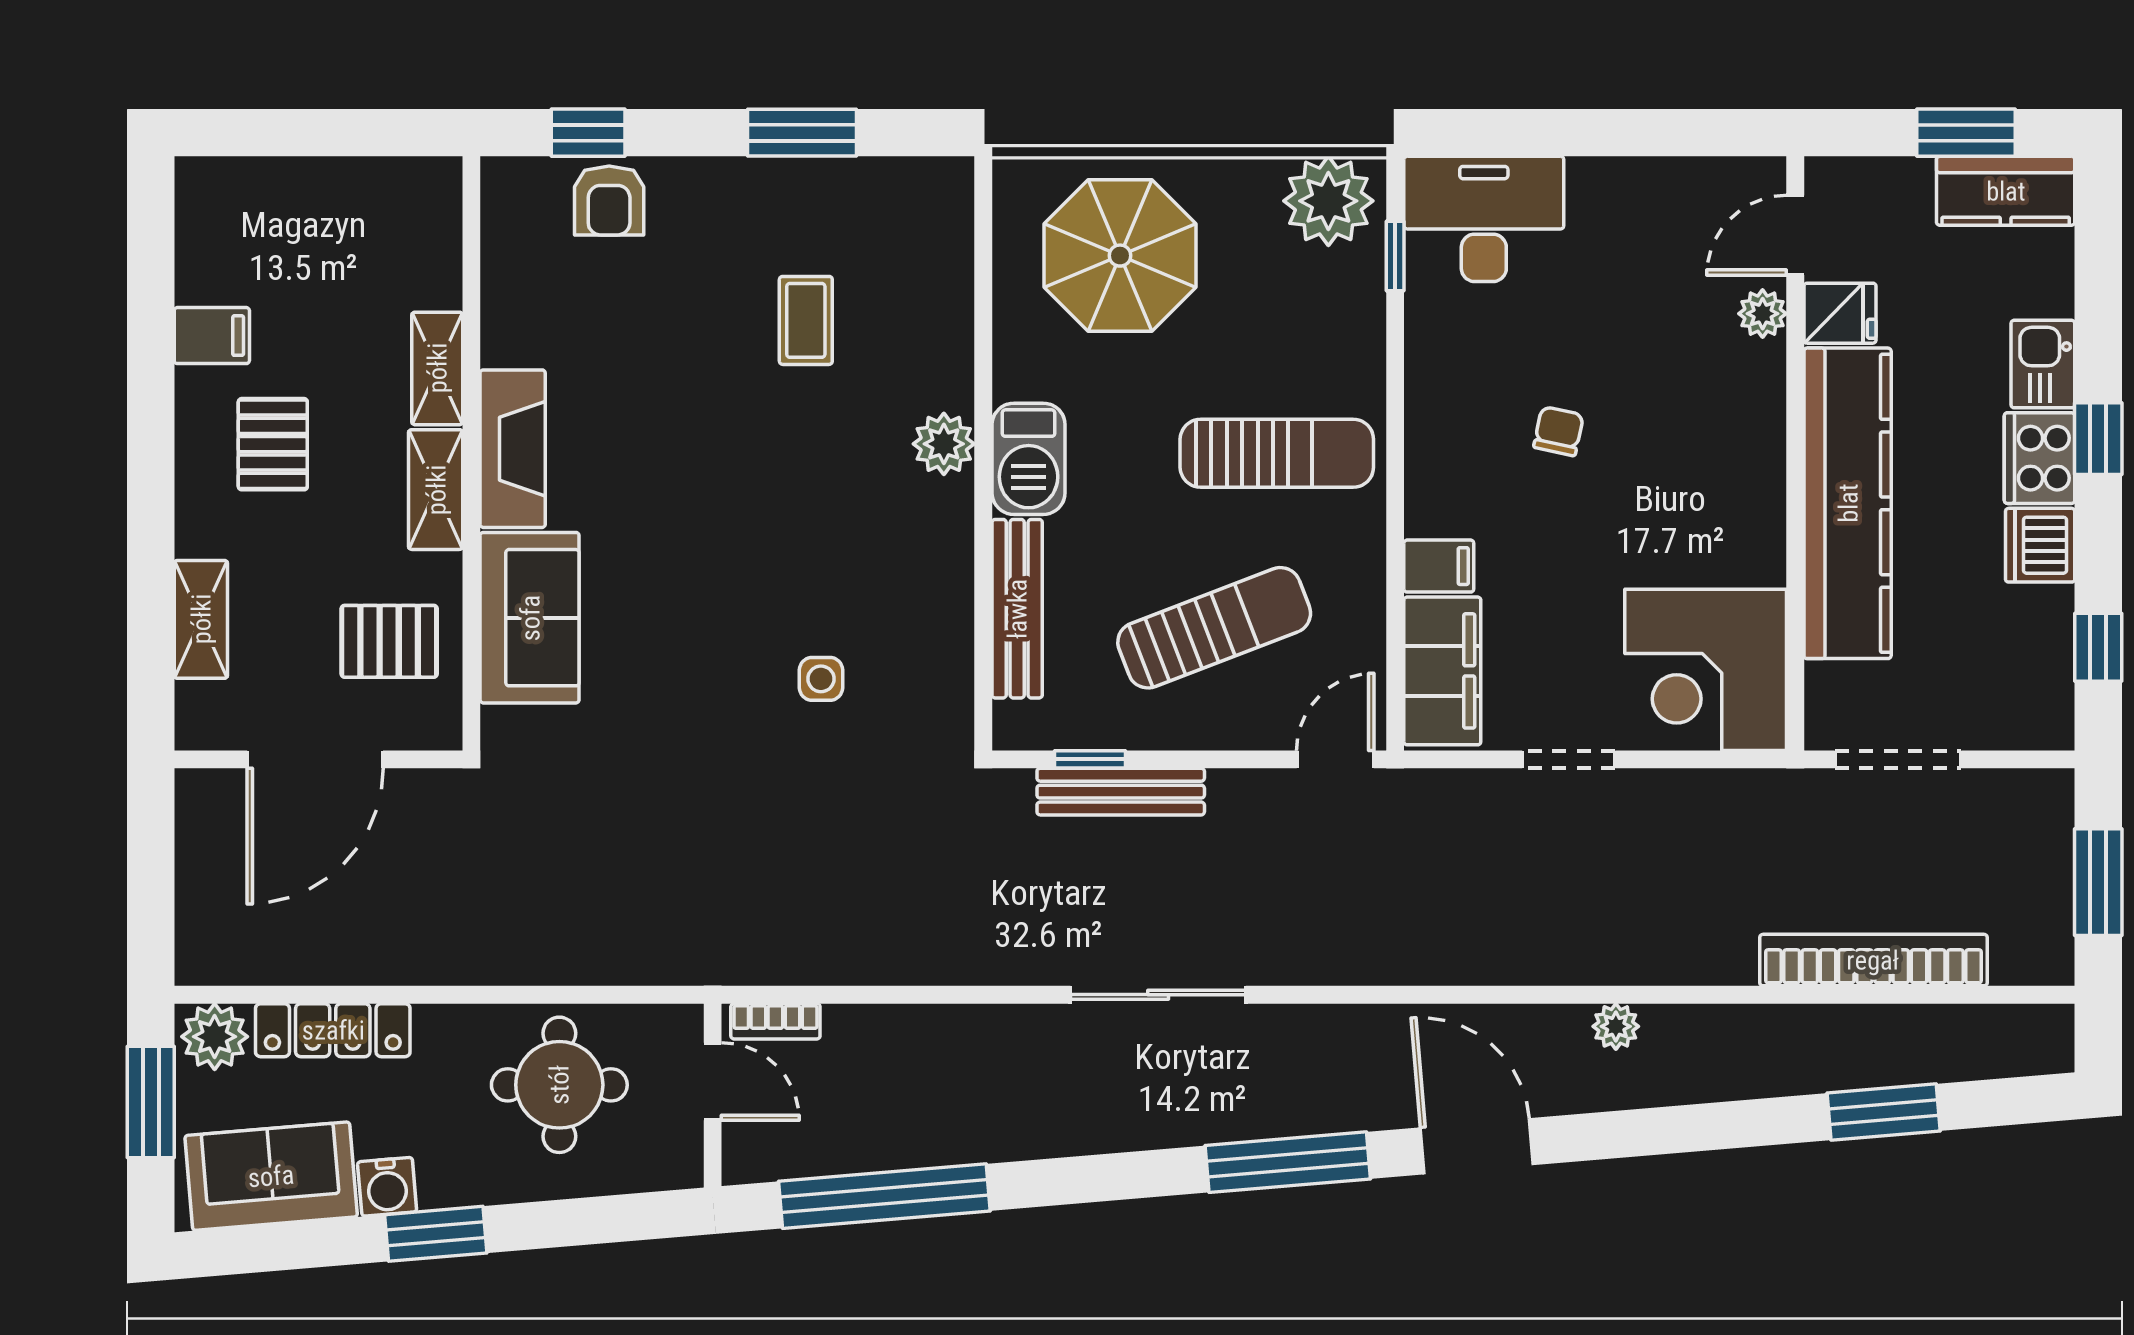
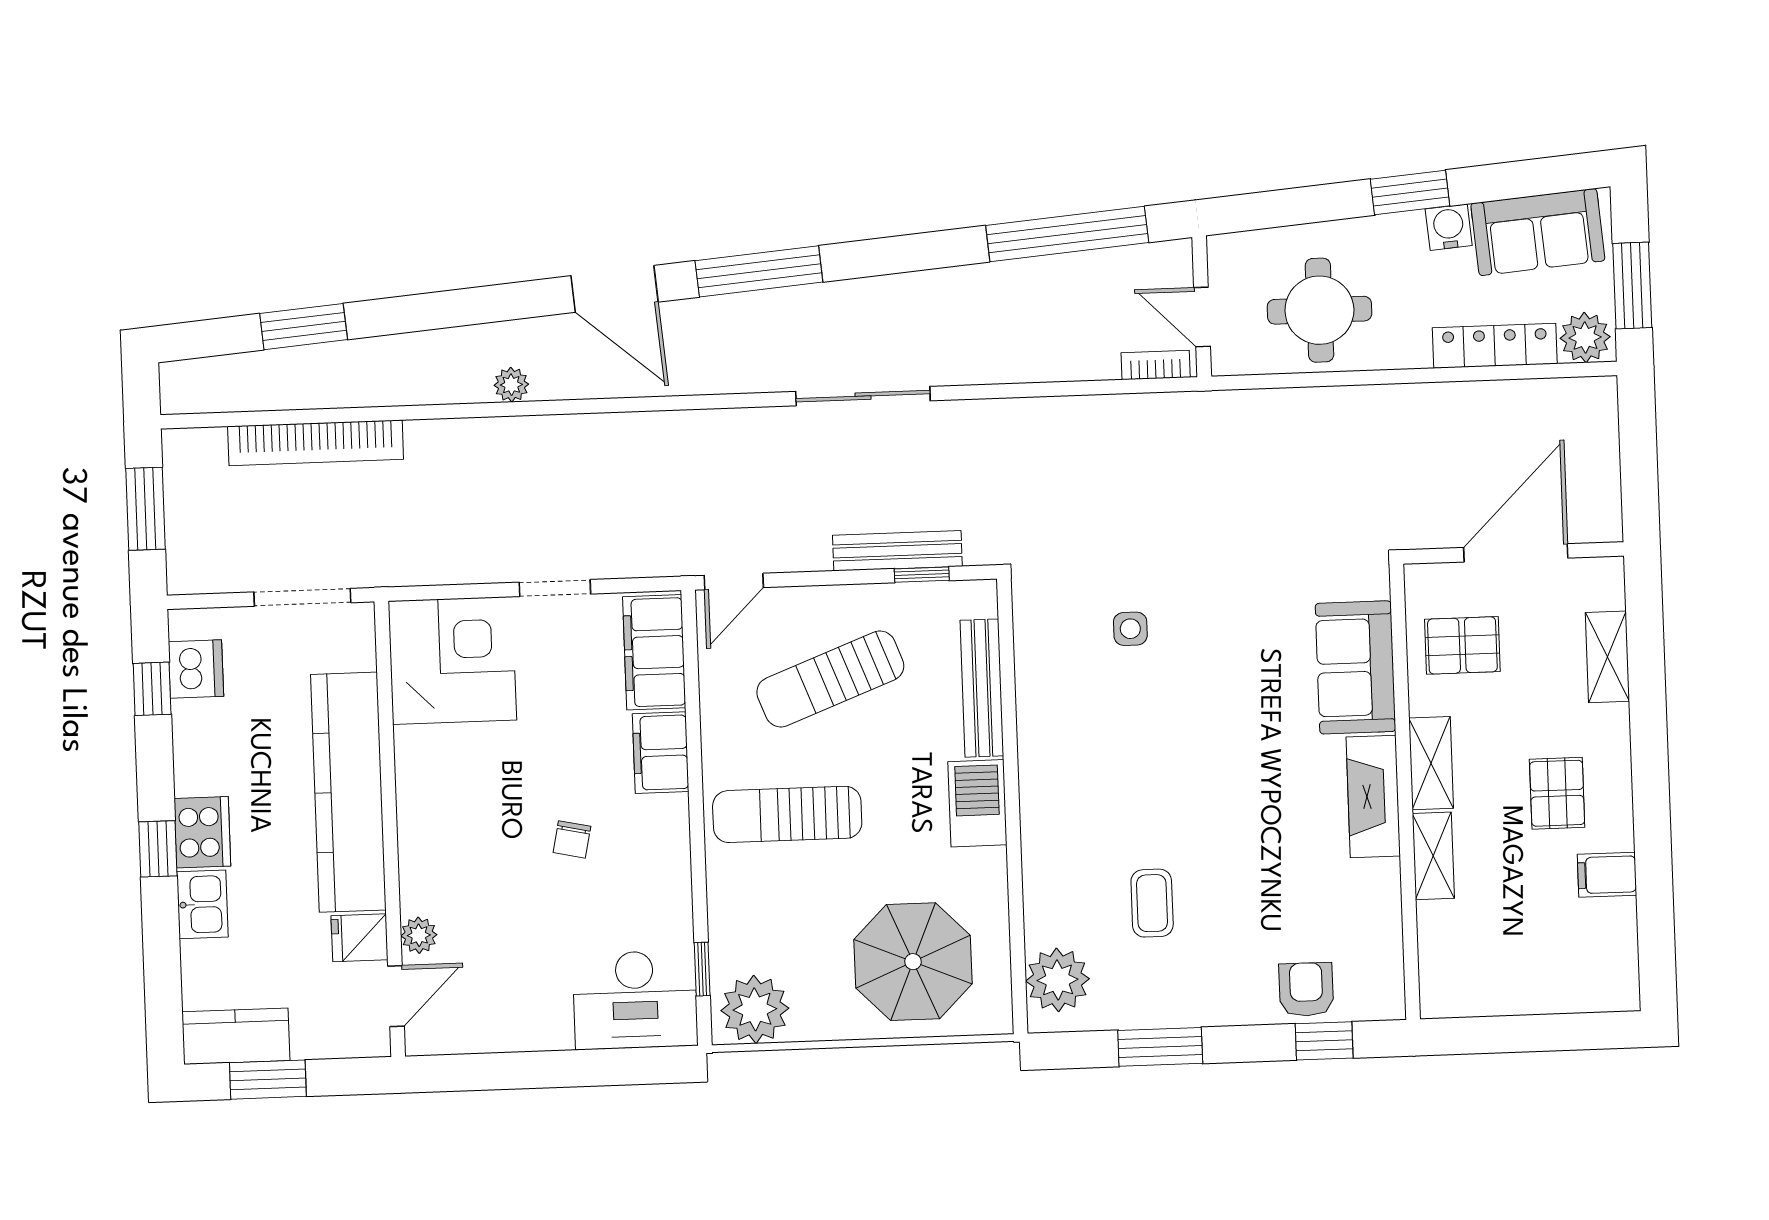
plant: (944, 444) -> (1058, 980), moved, width x1.36, depth x1.36
dishwasher: (2040, 545) -> (196, 669), moved
filing cabinet: (1439, 566) -> (661, 753), width x2.00

